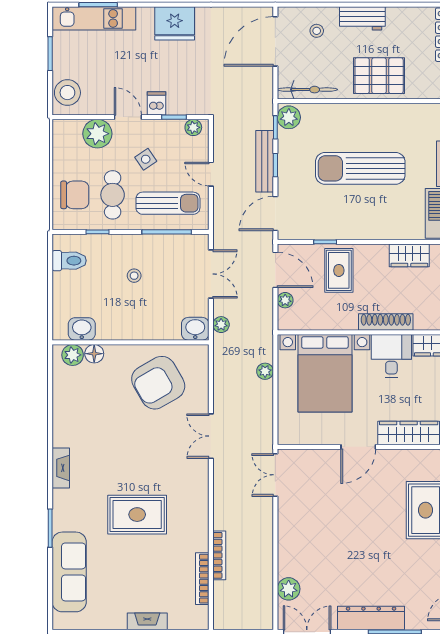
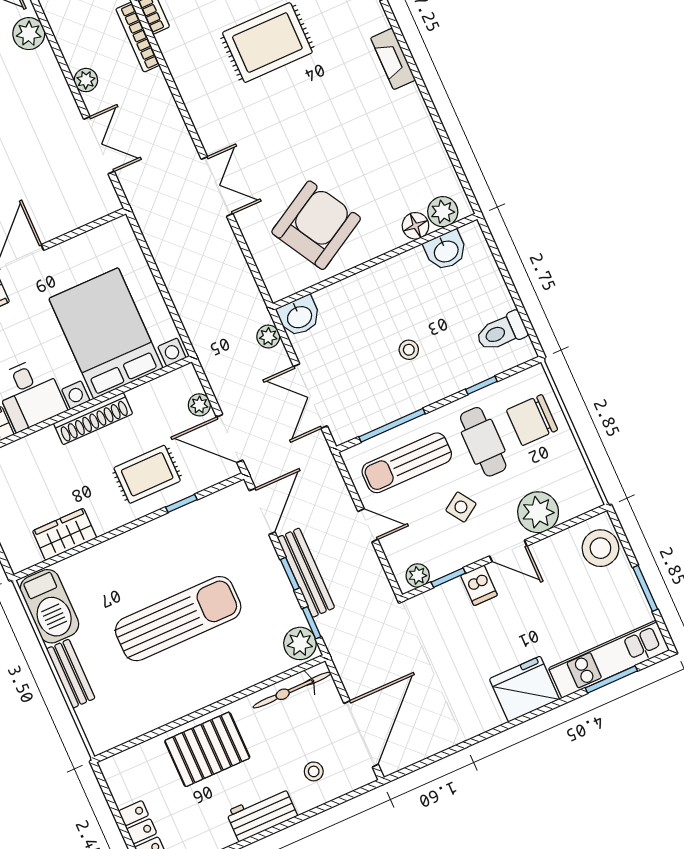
fridge: (175, 23) -> (524, 689), moved
rug: (339, 270) -> (147, 474), turned 90
shoe rack: (386, 322) -> (93, 419), moved
plant: (265, 371) -> (86, 80), moved
double door: (275, 475) -> (99, 145), moved

